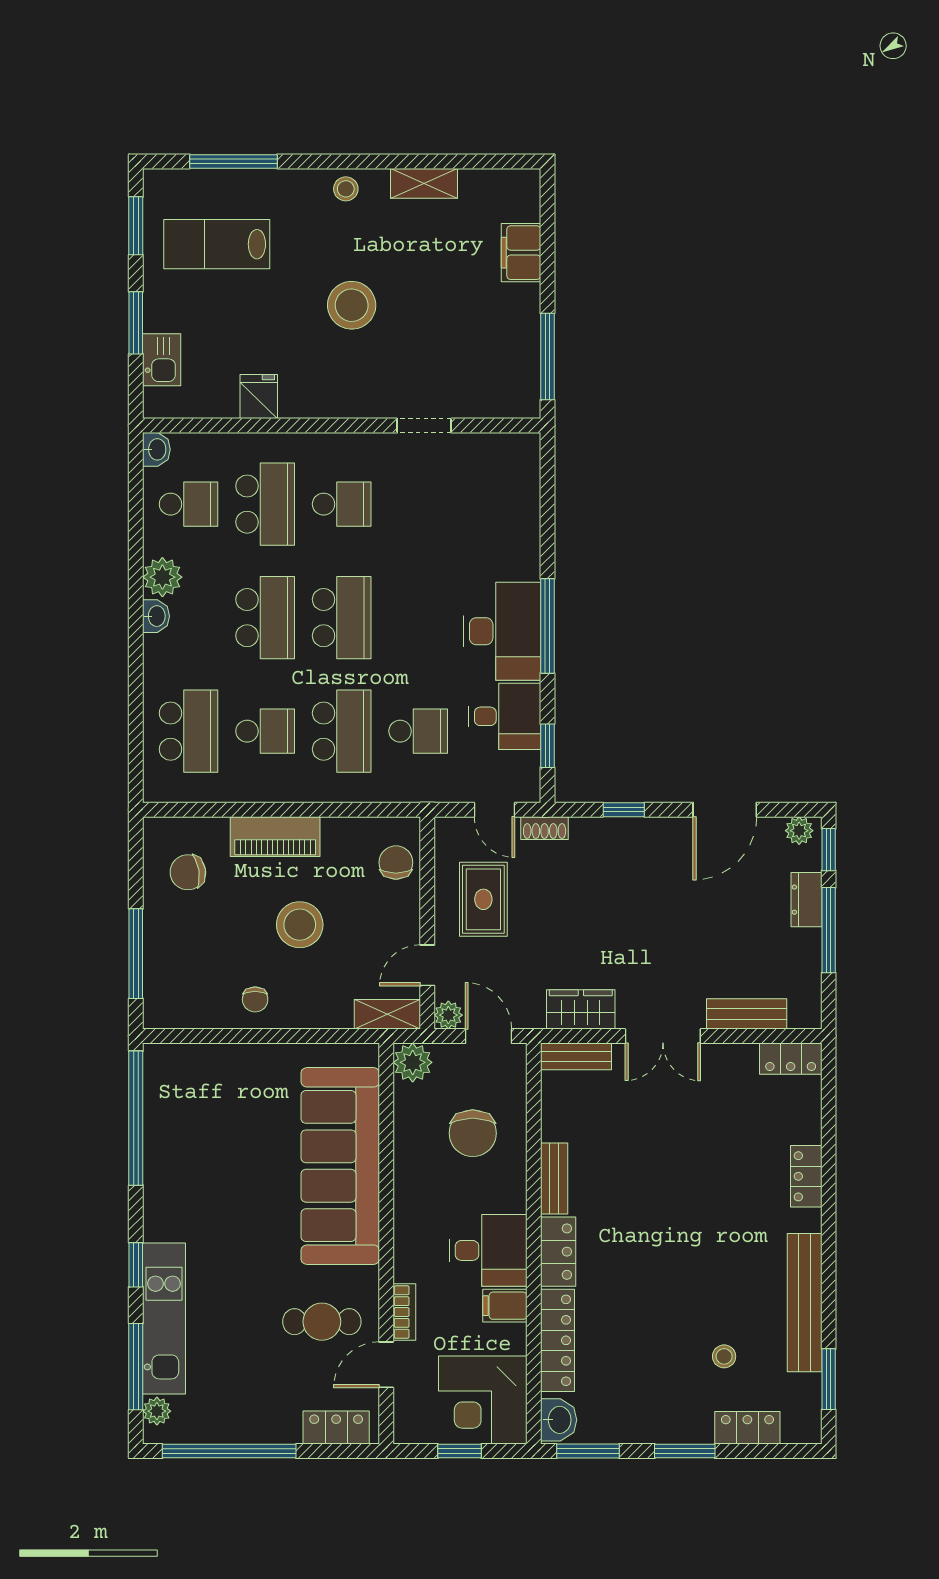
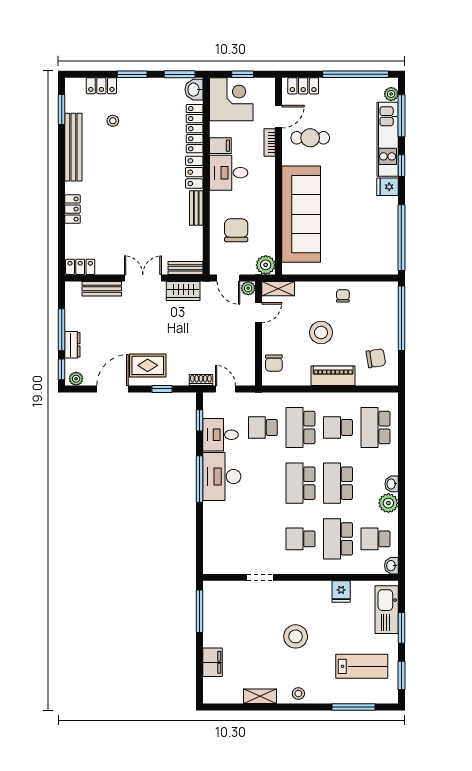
kitchen sink: (162, 360) -> (387, 610), width x1.87, depth x1.24
rug: (483, 899) -> (148, 365), moved, turned 90
window: (136, 954) -> (401, 318), width x1.46
fridge: (164, 1222) -> (387, 187), added

